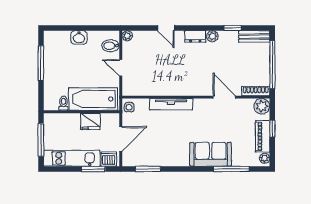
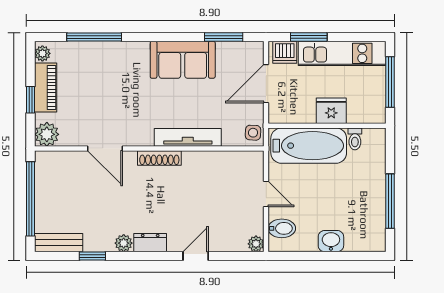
door: (166, 28) -> (196, 256), hinge flipped
shoe rack: (256, 91) -> (159, 158), moved
fridge: (90, 121) -> (331, 111), moved
sofa: (211, 154) -> (183, 60), moved

